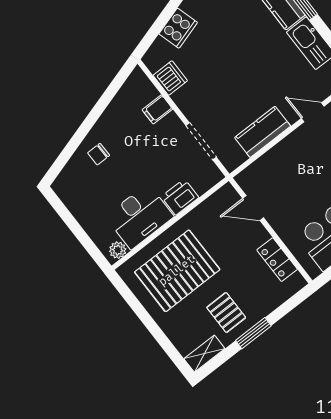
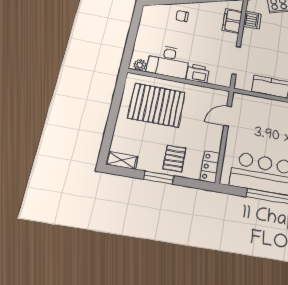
filing cabinet: (157, 109) -> (232, 21), width x2.00
door: (253, 208) -> (228, 116), hinge flipped
locker: (277, 260) -> (210, 167), moved
pallet: (226, 313) -> (174, 158), moved

